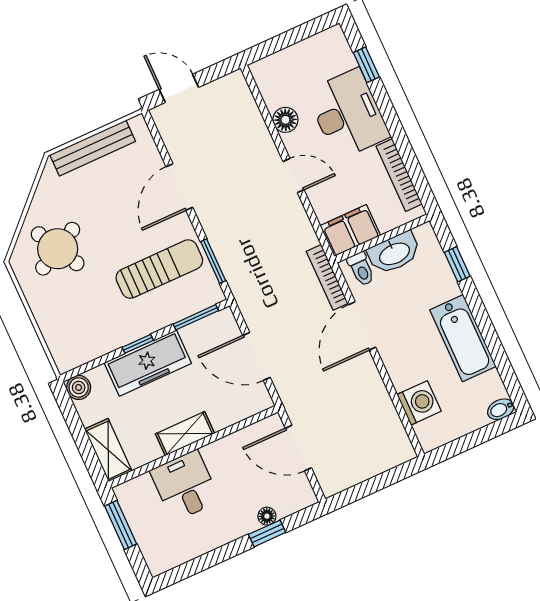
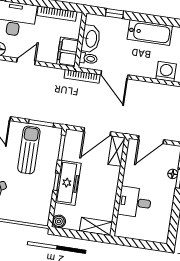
shelving: (185, 434) -> (116, 151), moved
window: (121, 525) -> (134, 243), removed

